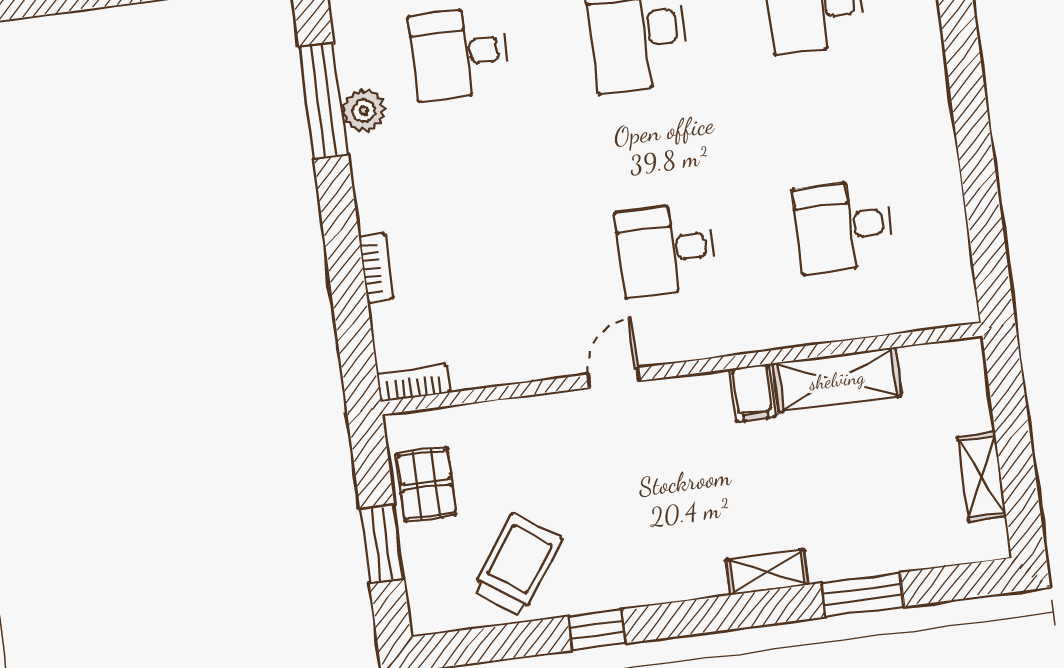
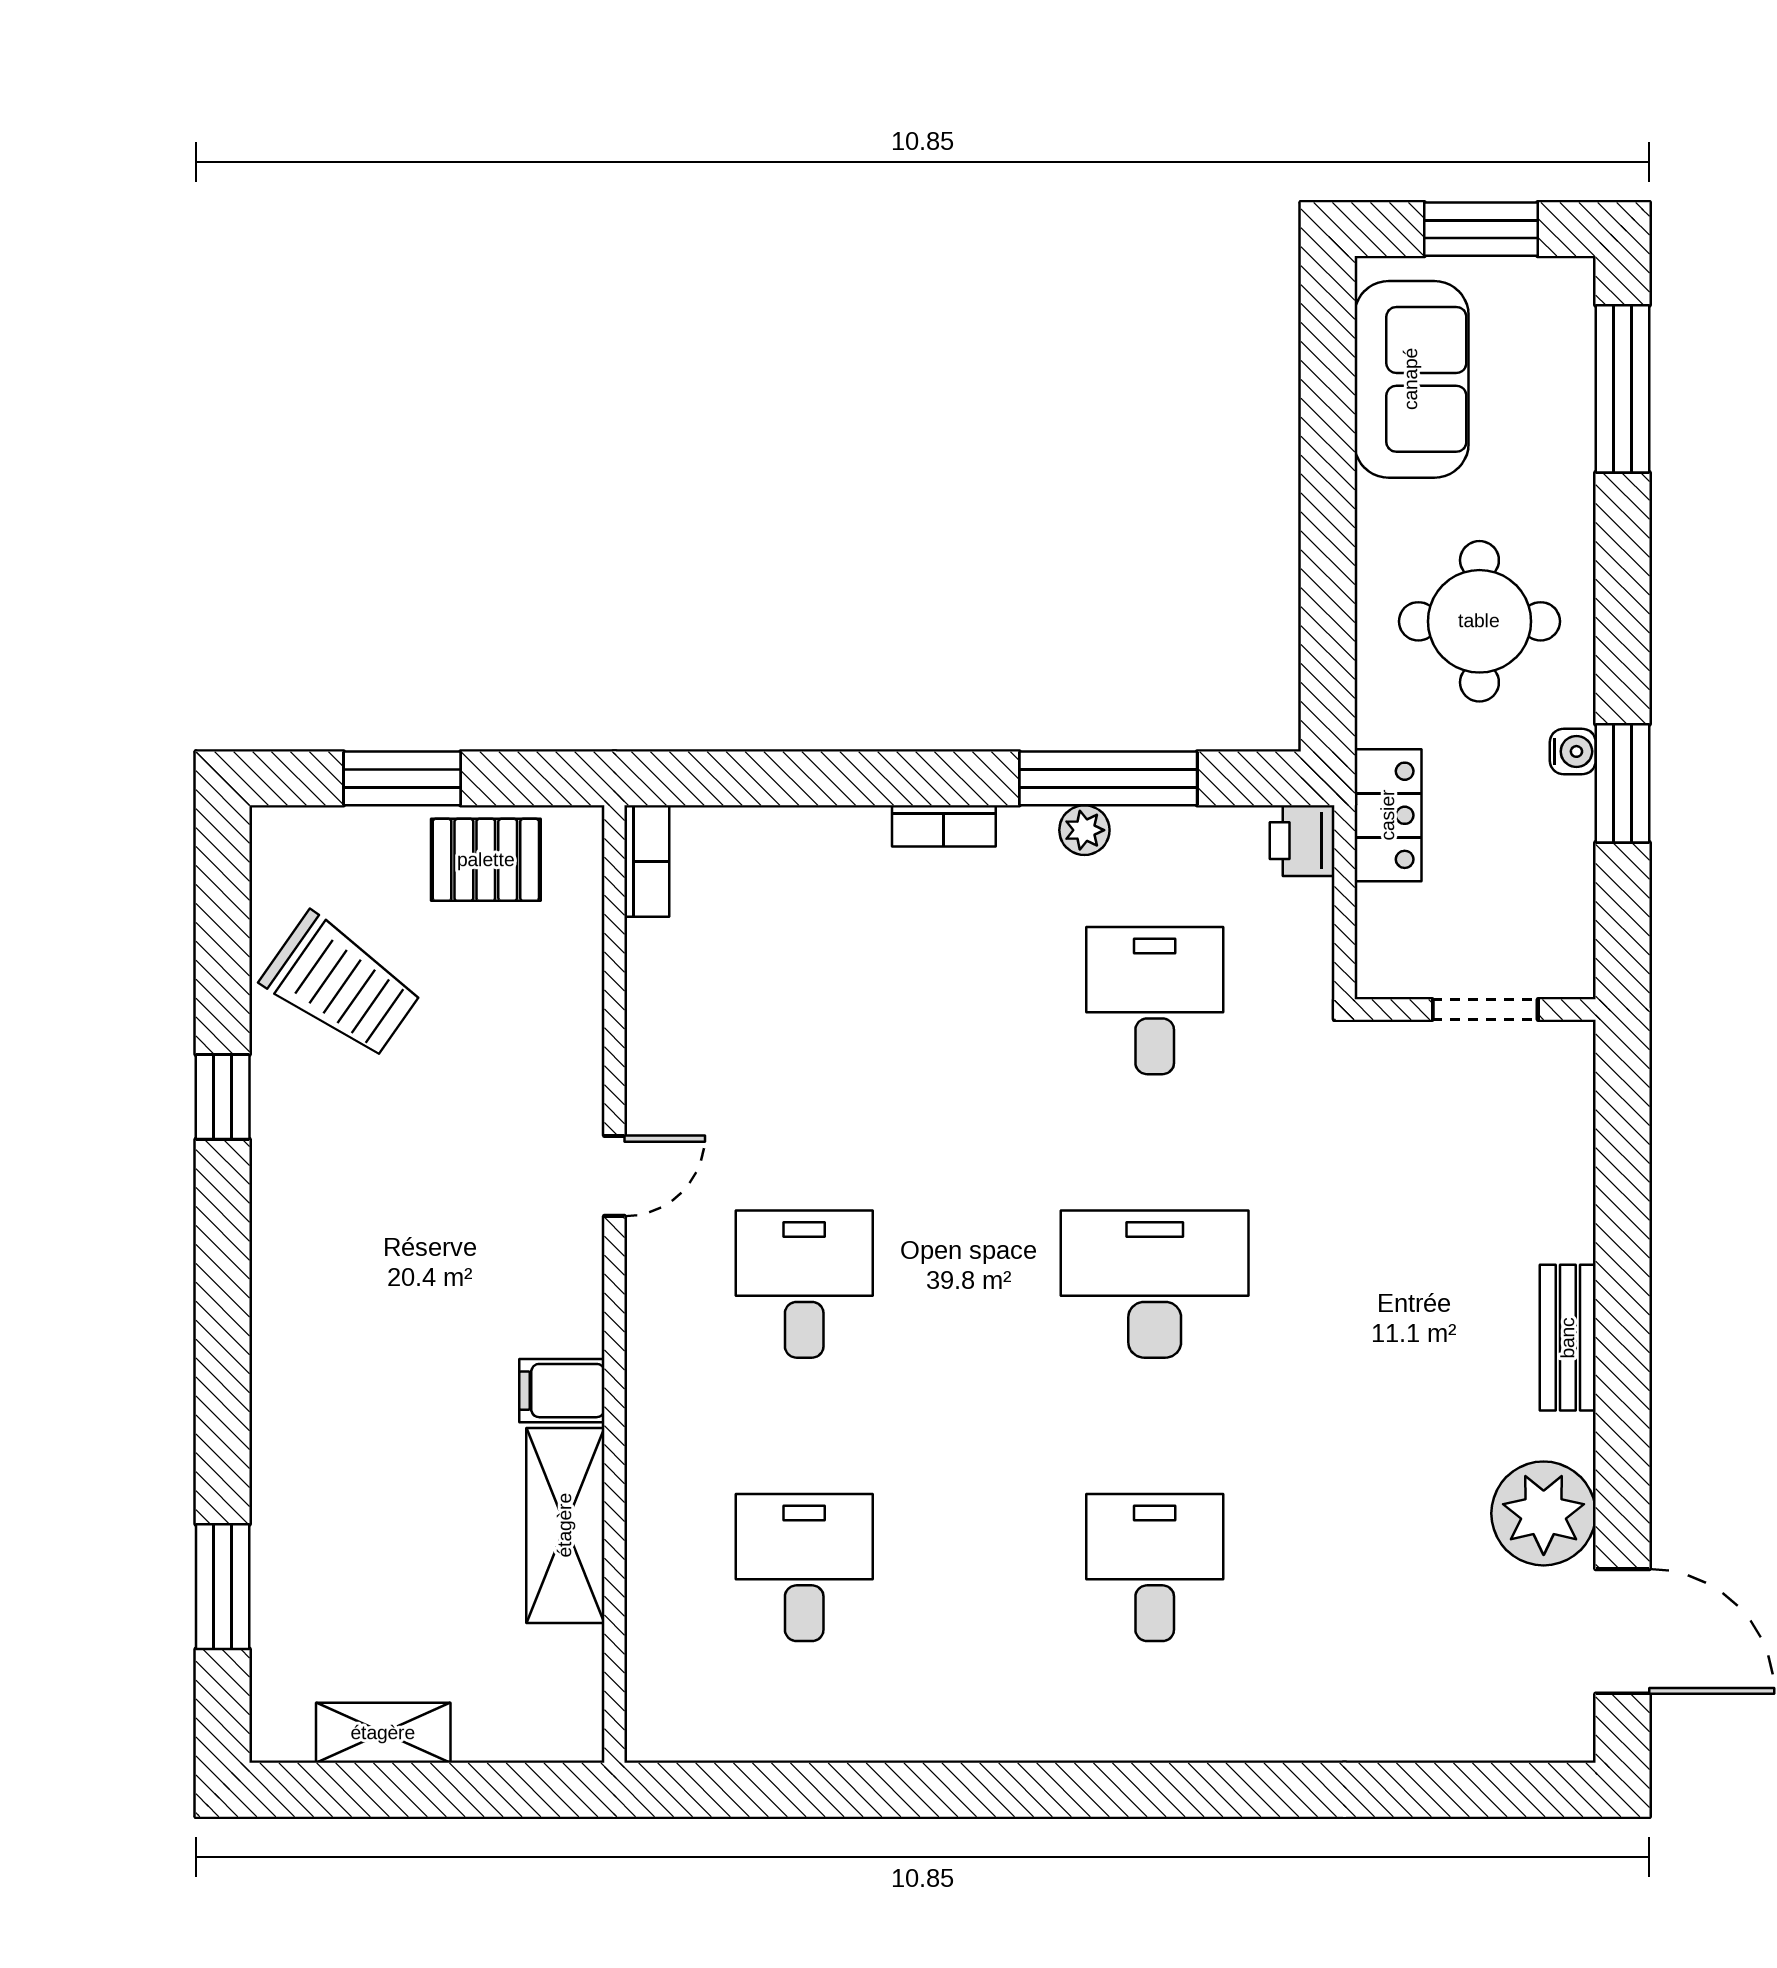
plant: (364, 111) -> (1084, 830), width x0.73, depth x0.73
bookcase: (376, 268) -> (944, 826), moved
door: (614, 378) -> (614, 1176), hinge flipped
shelving: (767, 572) -> (278, 1376), removed
window: (863, 595) -> (223, 1587), moved

